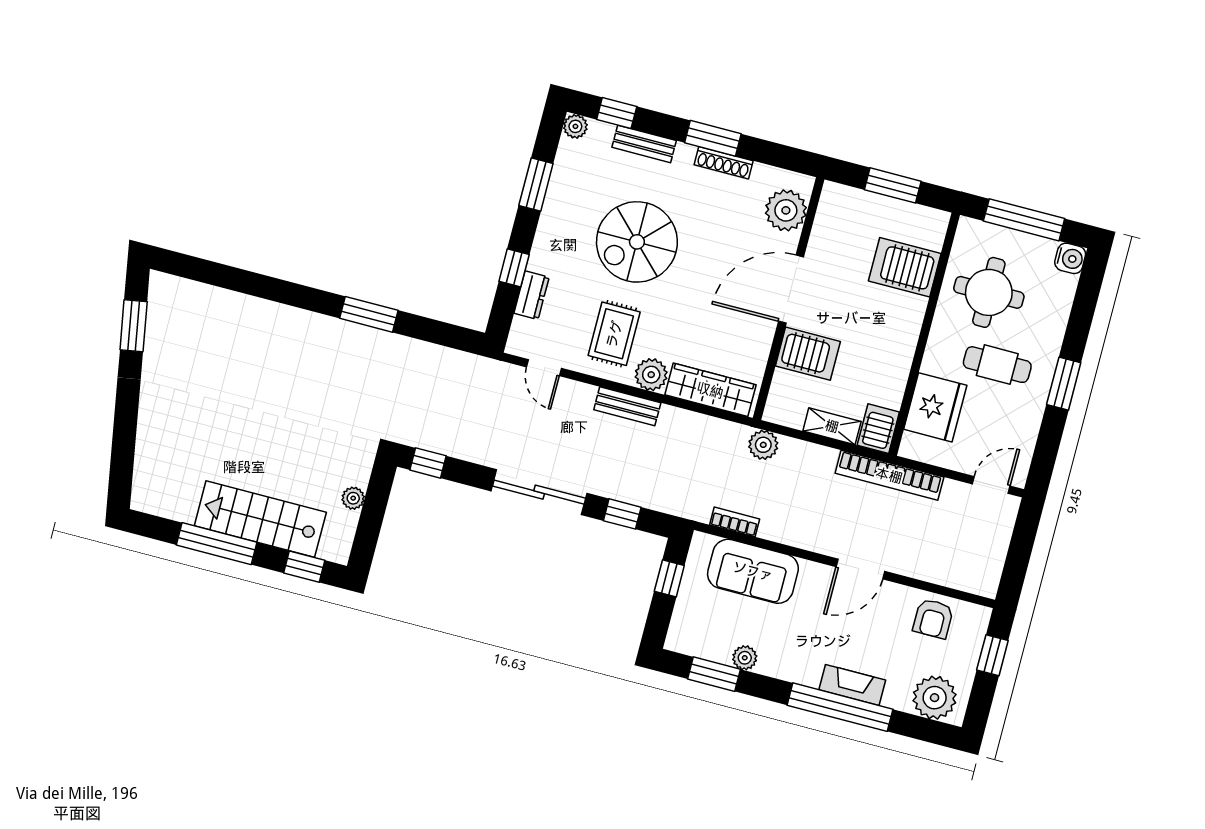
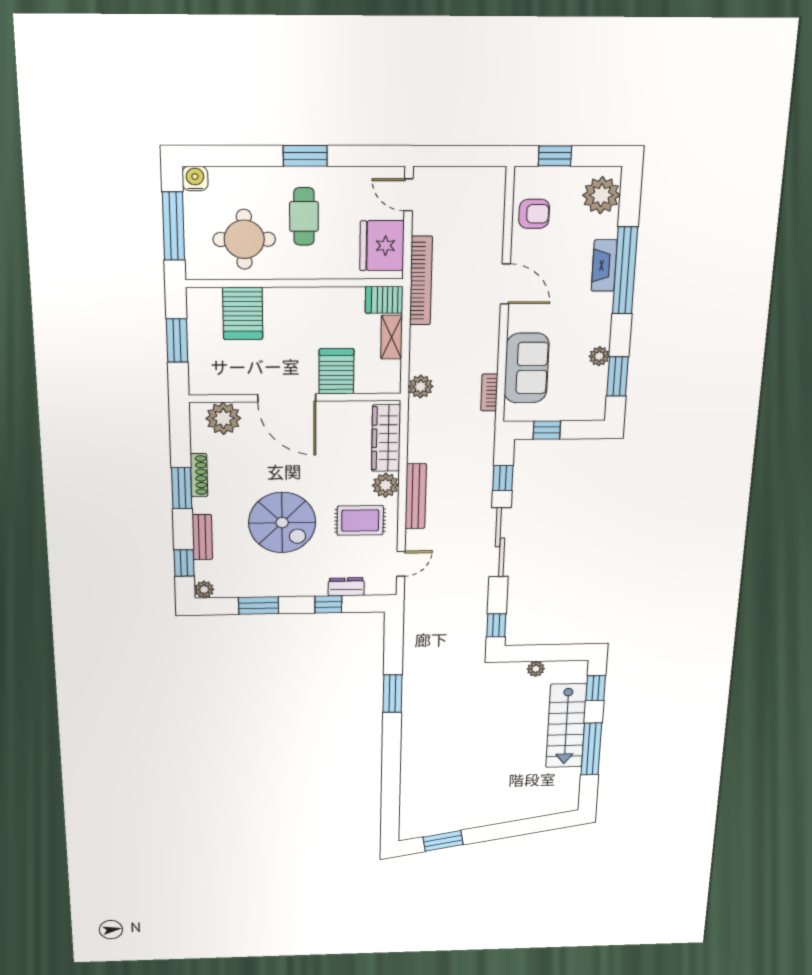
bench: (627, 406) -> (416, 496), width x1.36
fridge: (935, 407) -> (382, 246), moved, turned -90

